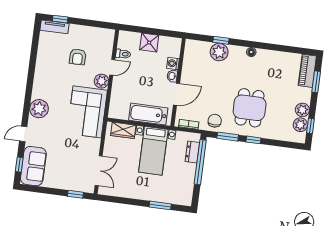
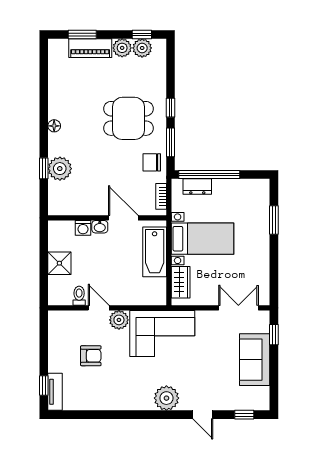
piano: (307, 71) -> (90, 48), moved
sofa: (33, 166) -> (255, 360), moved, turned -90

